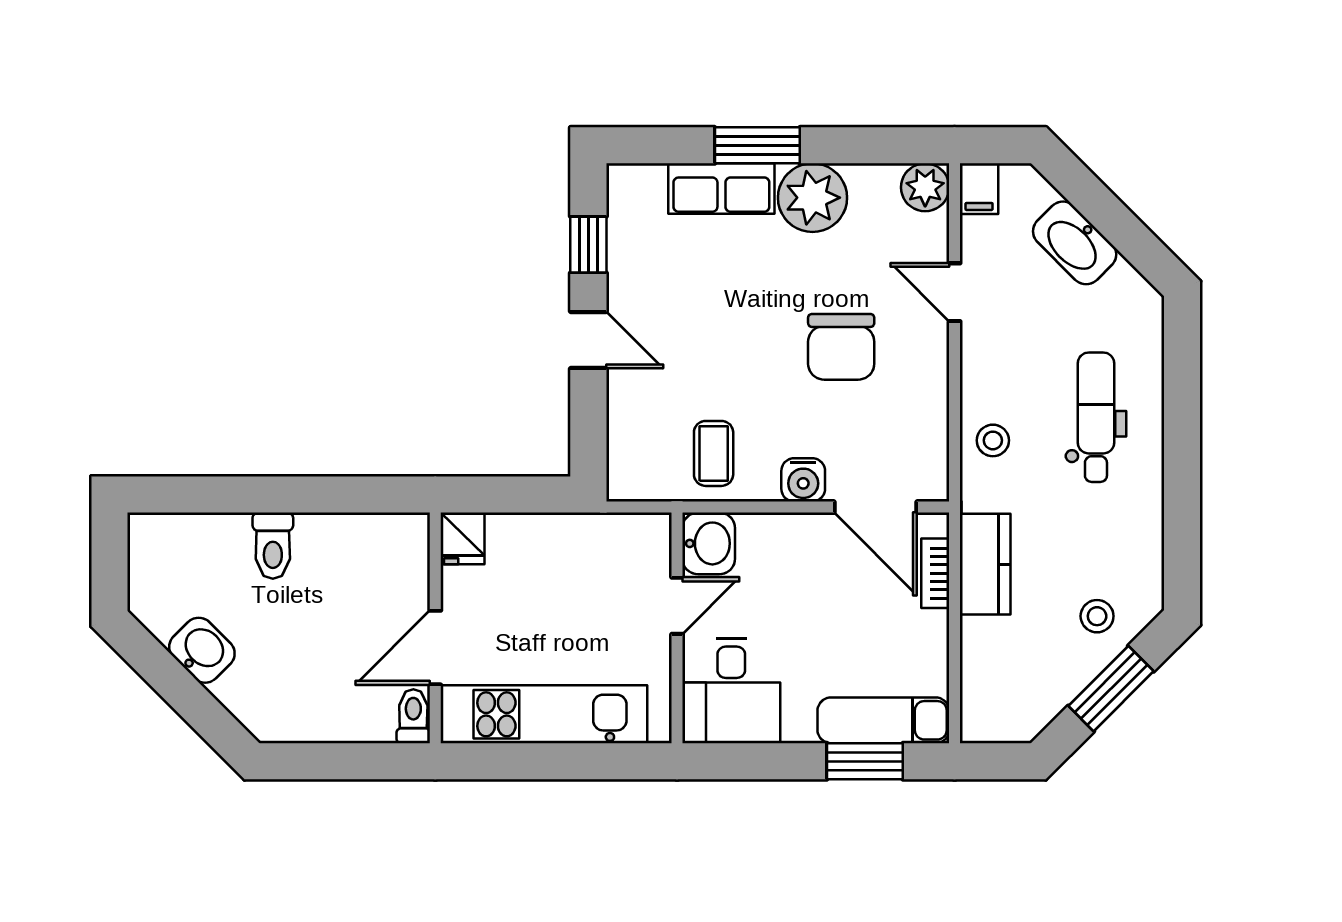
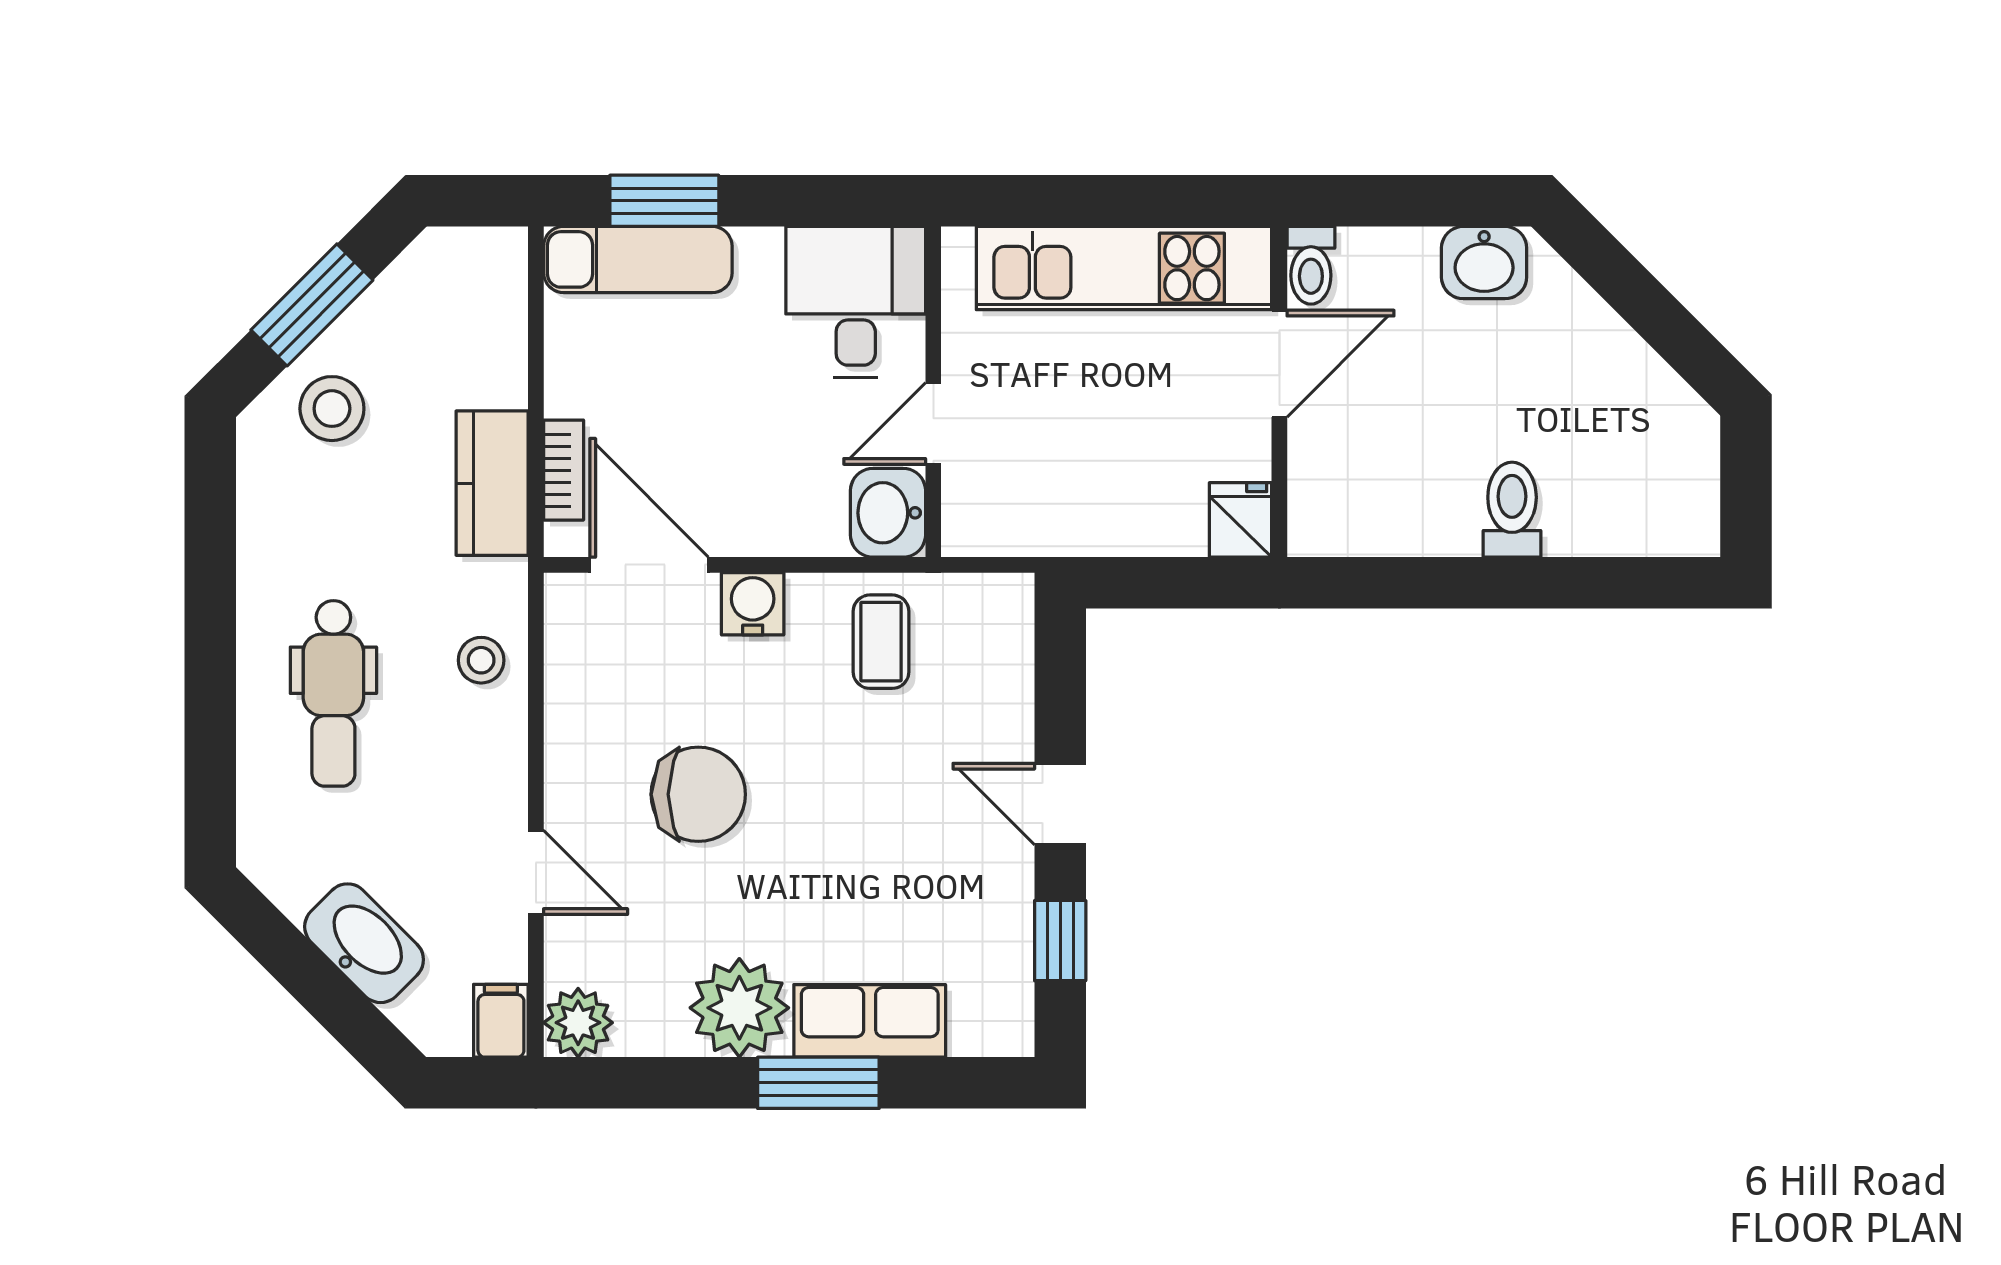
chair: (841, 347) -> (698, 794), turned 90
stool: (1097, 616) -> (332, 409), width x1.37, depth x1.37
washbasin: (202, 650) -> (1484, 263), moved, turned -45

